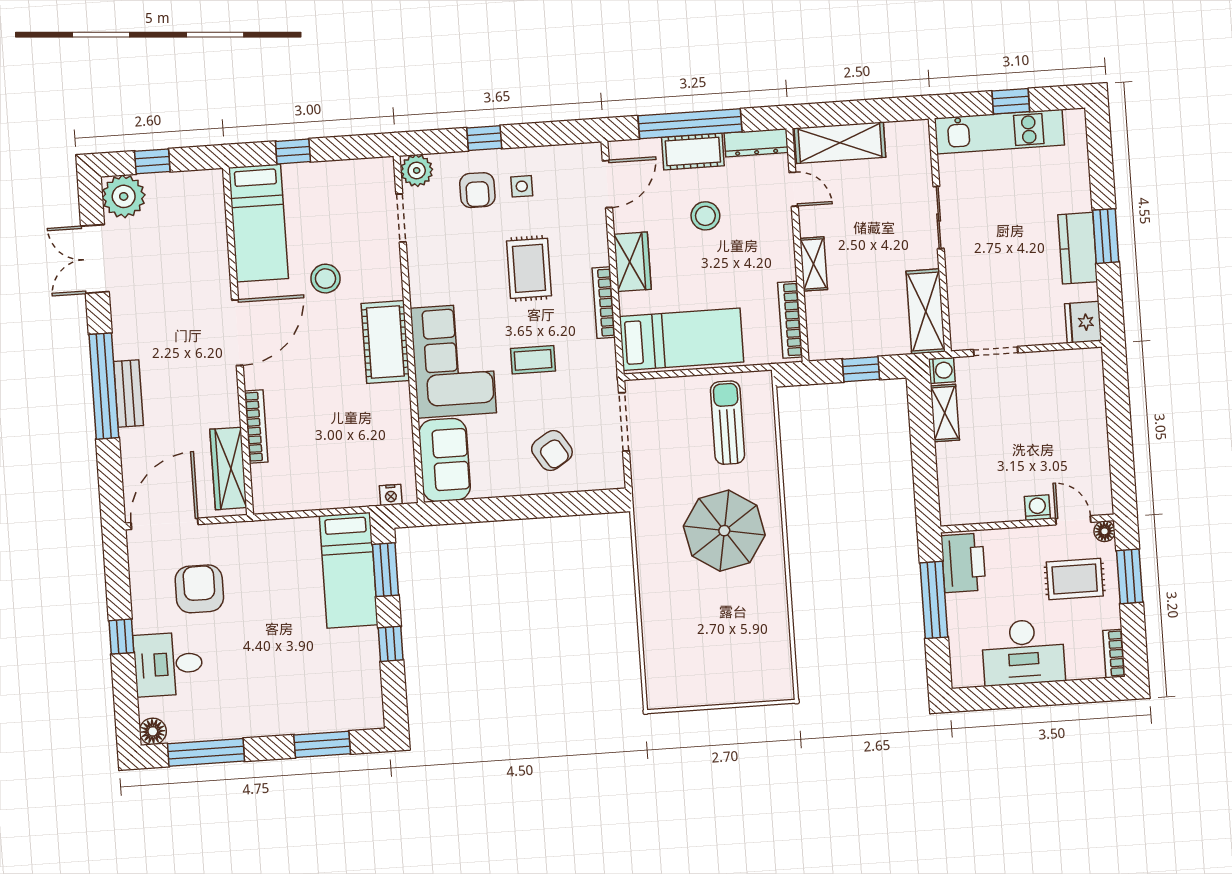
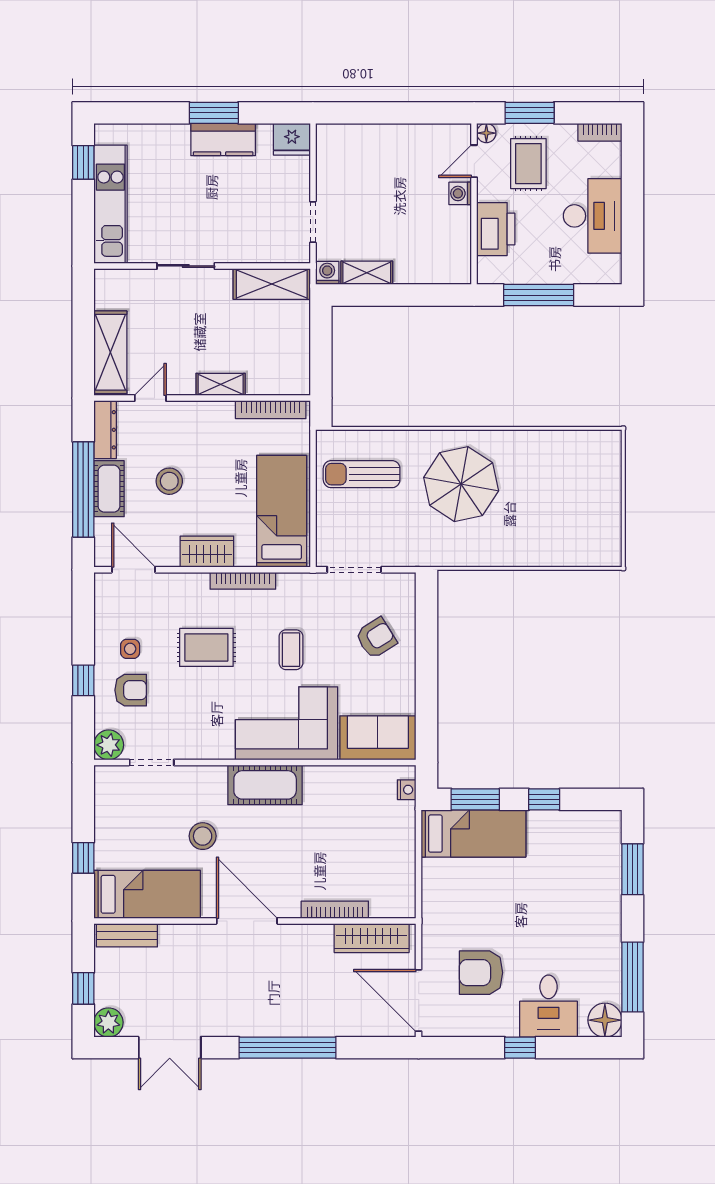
window: (1011, 101) -> (83, 162), moved
plant: (124, 196) -> (108, 1022), width x0.73, depth x0.73
window: (861, 369) -> (321, 348), removed
bench: (128, 394) -> (127, 935), moved
printer: (963, 563) -> (496, 229), moved, turned 90
floor lamp: (153, 731) -> (605, 1020), width x1.38, depth x1.38

